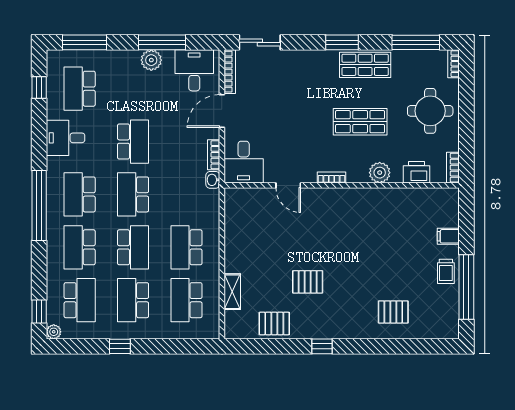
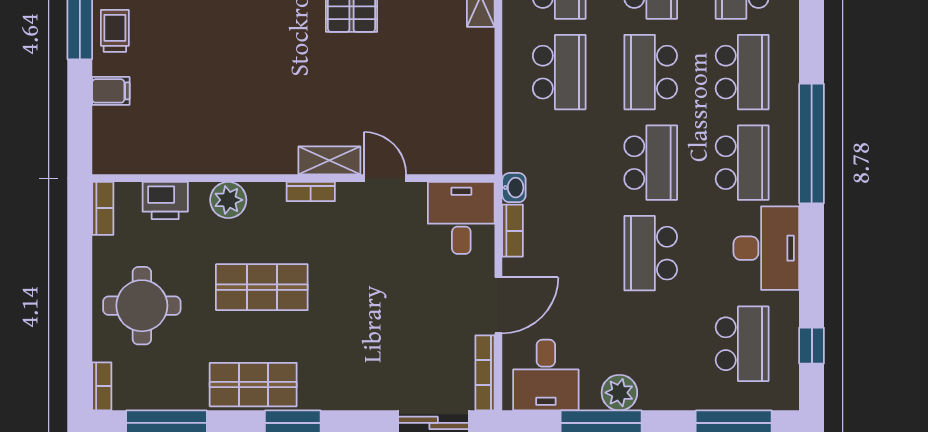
desk: (66, 138) -> (766, 248), width x1.37
shelving: (321, 196) -> (329, 160), added

